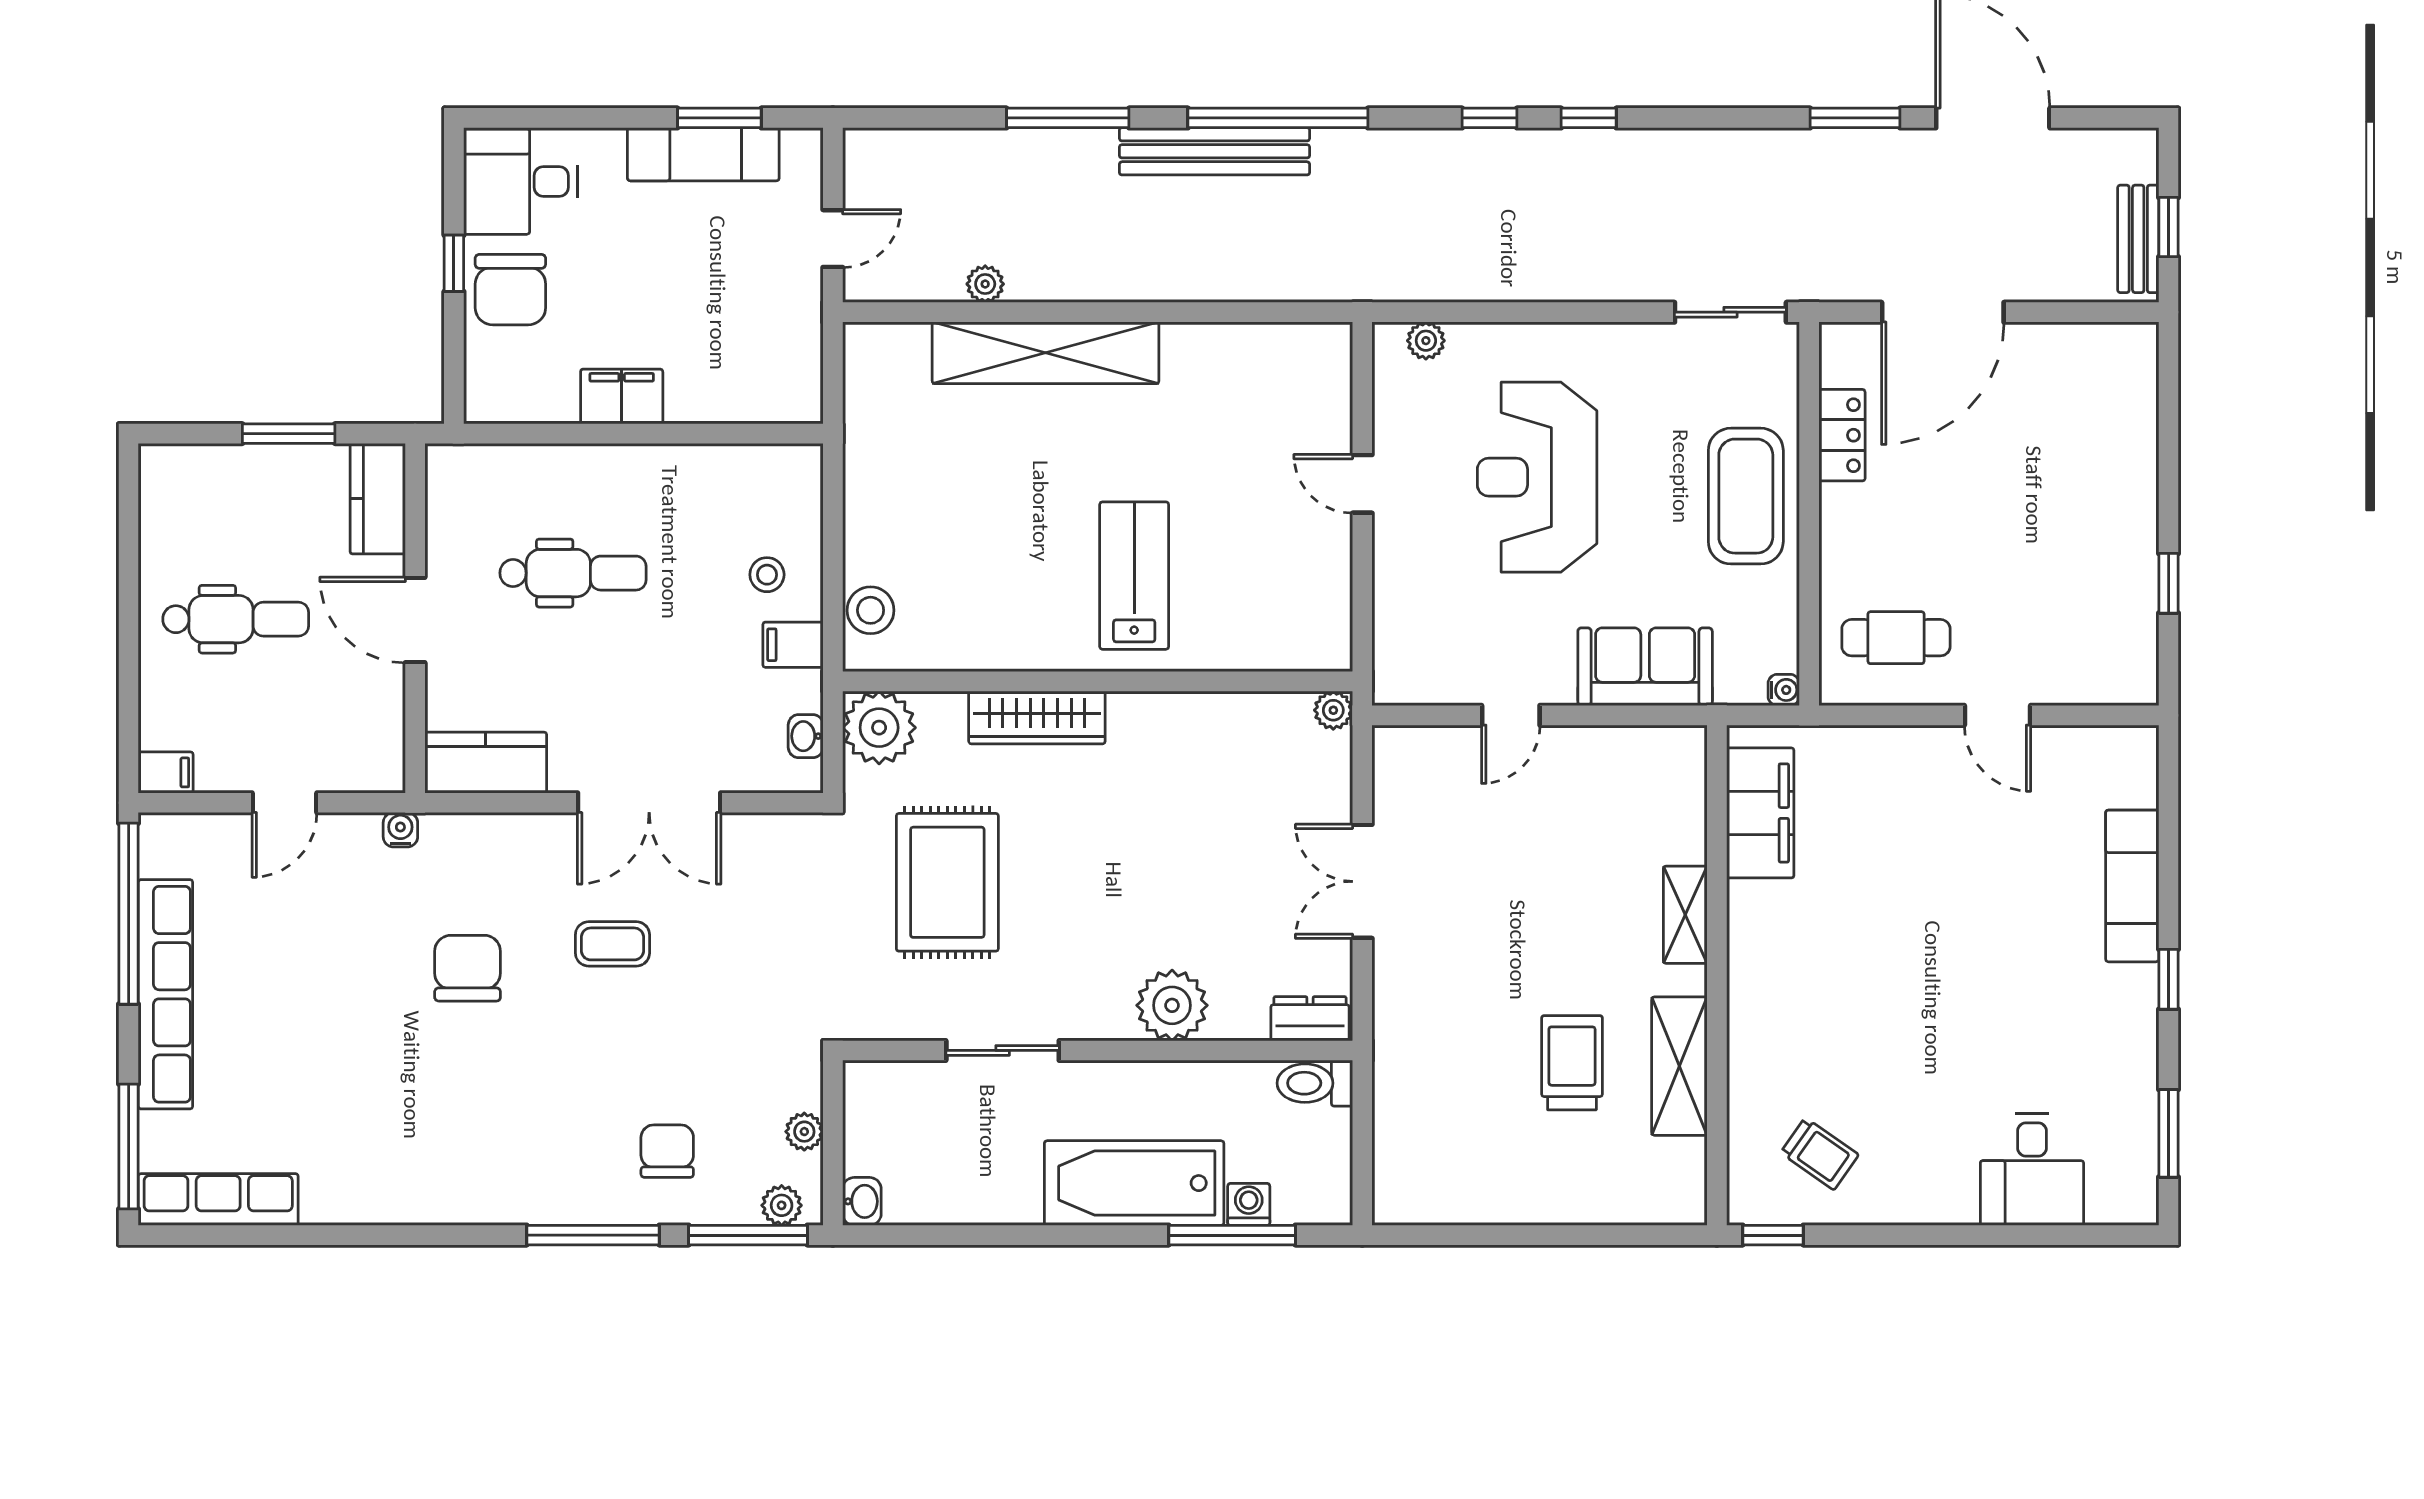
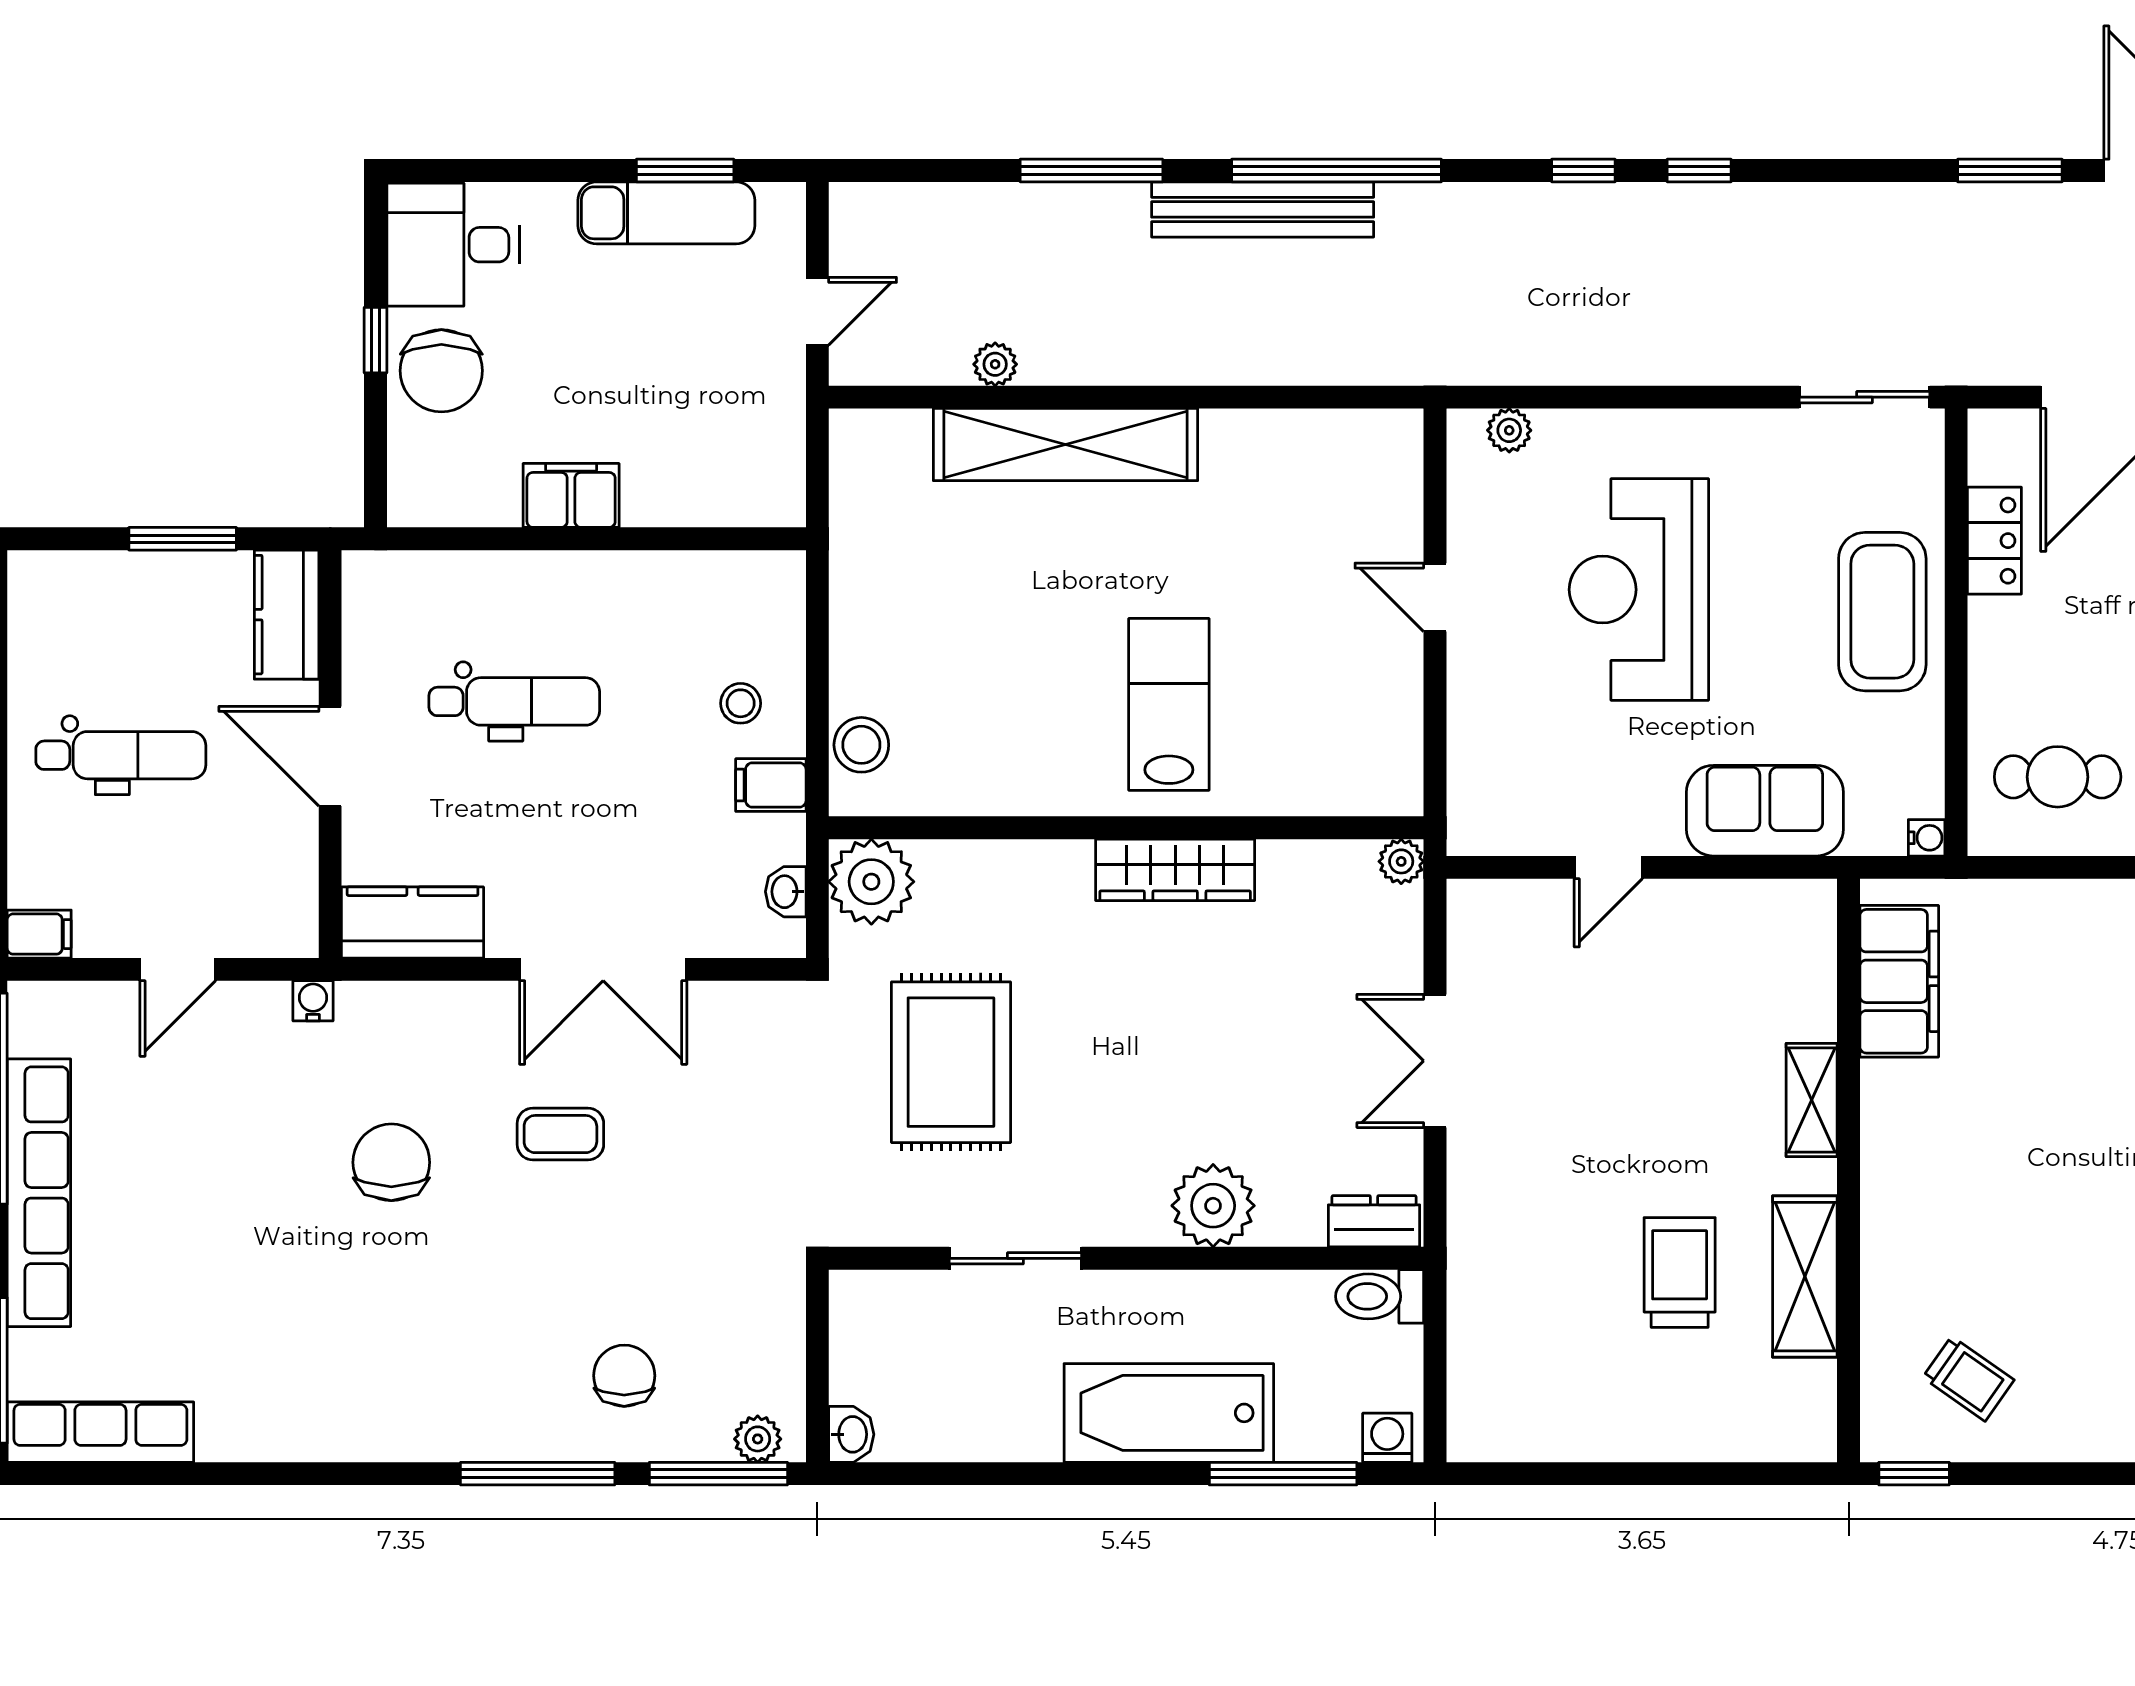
wardrobe: (1037, 717) -> (1175, 870), moved
plant: (804, 1132) -> (784, 1353), removed
washing machine: (1249, 1204) -> (1387, 1438), moved

